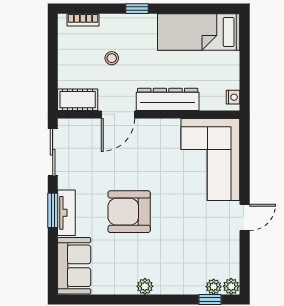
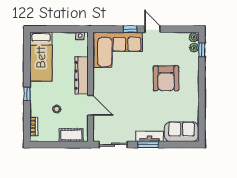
cot: (78, 100) -> (71, 135), moved, turned 90
window: (245, 181) -> (130, 29), added
armchair: (129, 212) -> (166, 78), moved
plant: (145, 286) -> (194, 89), removed

